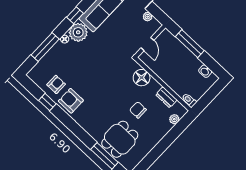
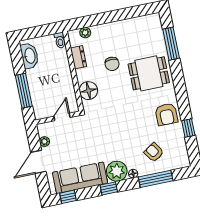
washbasin: (205, 71) -> (30, 56), width x1.91, depth x1.45
armchair: (56, 84) -> (154, 152), moved, turned 56
dining table: (120, 139) -> (149, 73), moved

